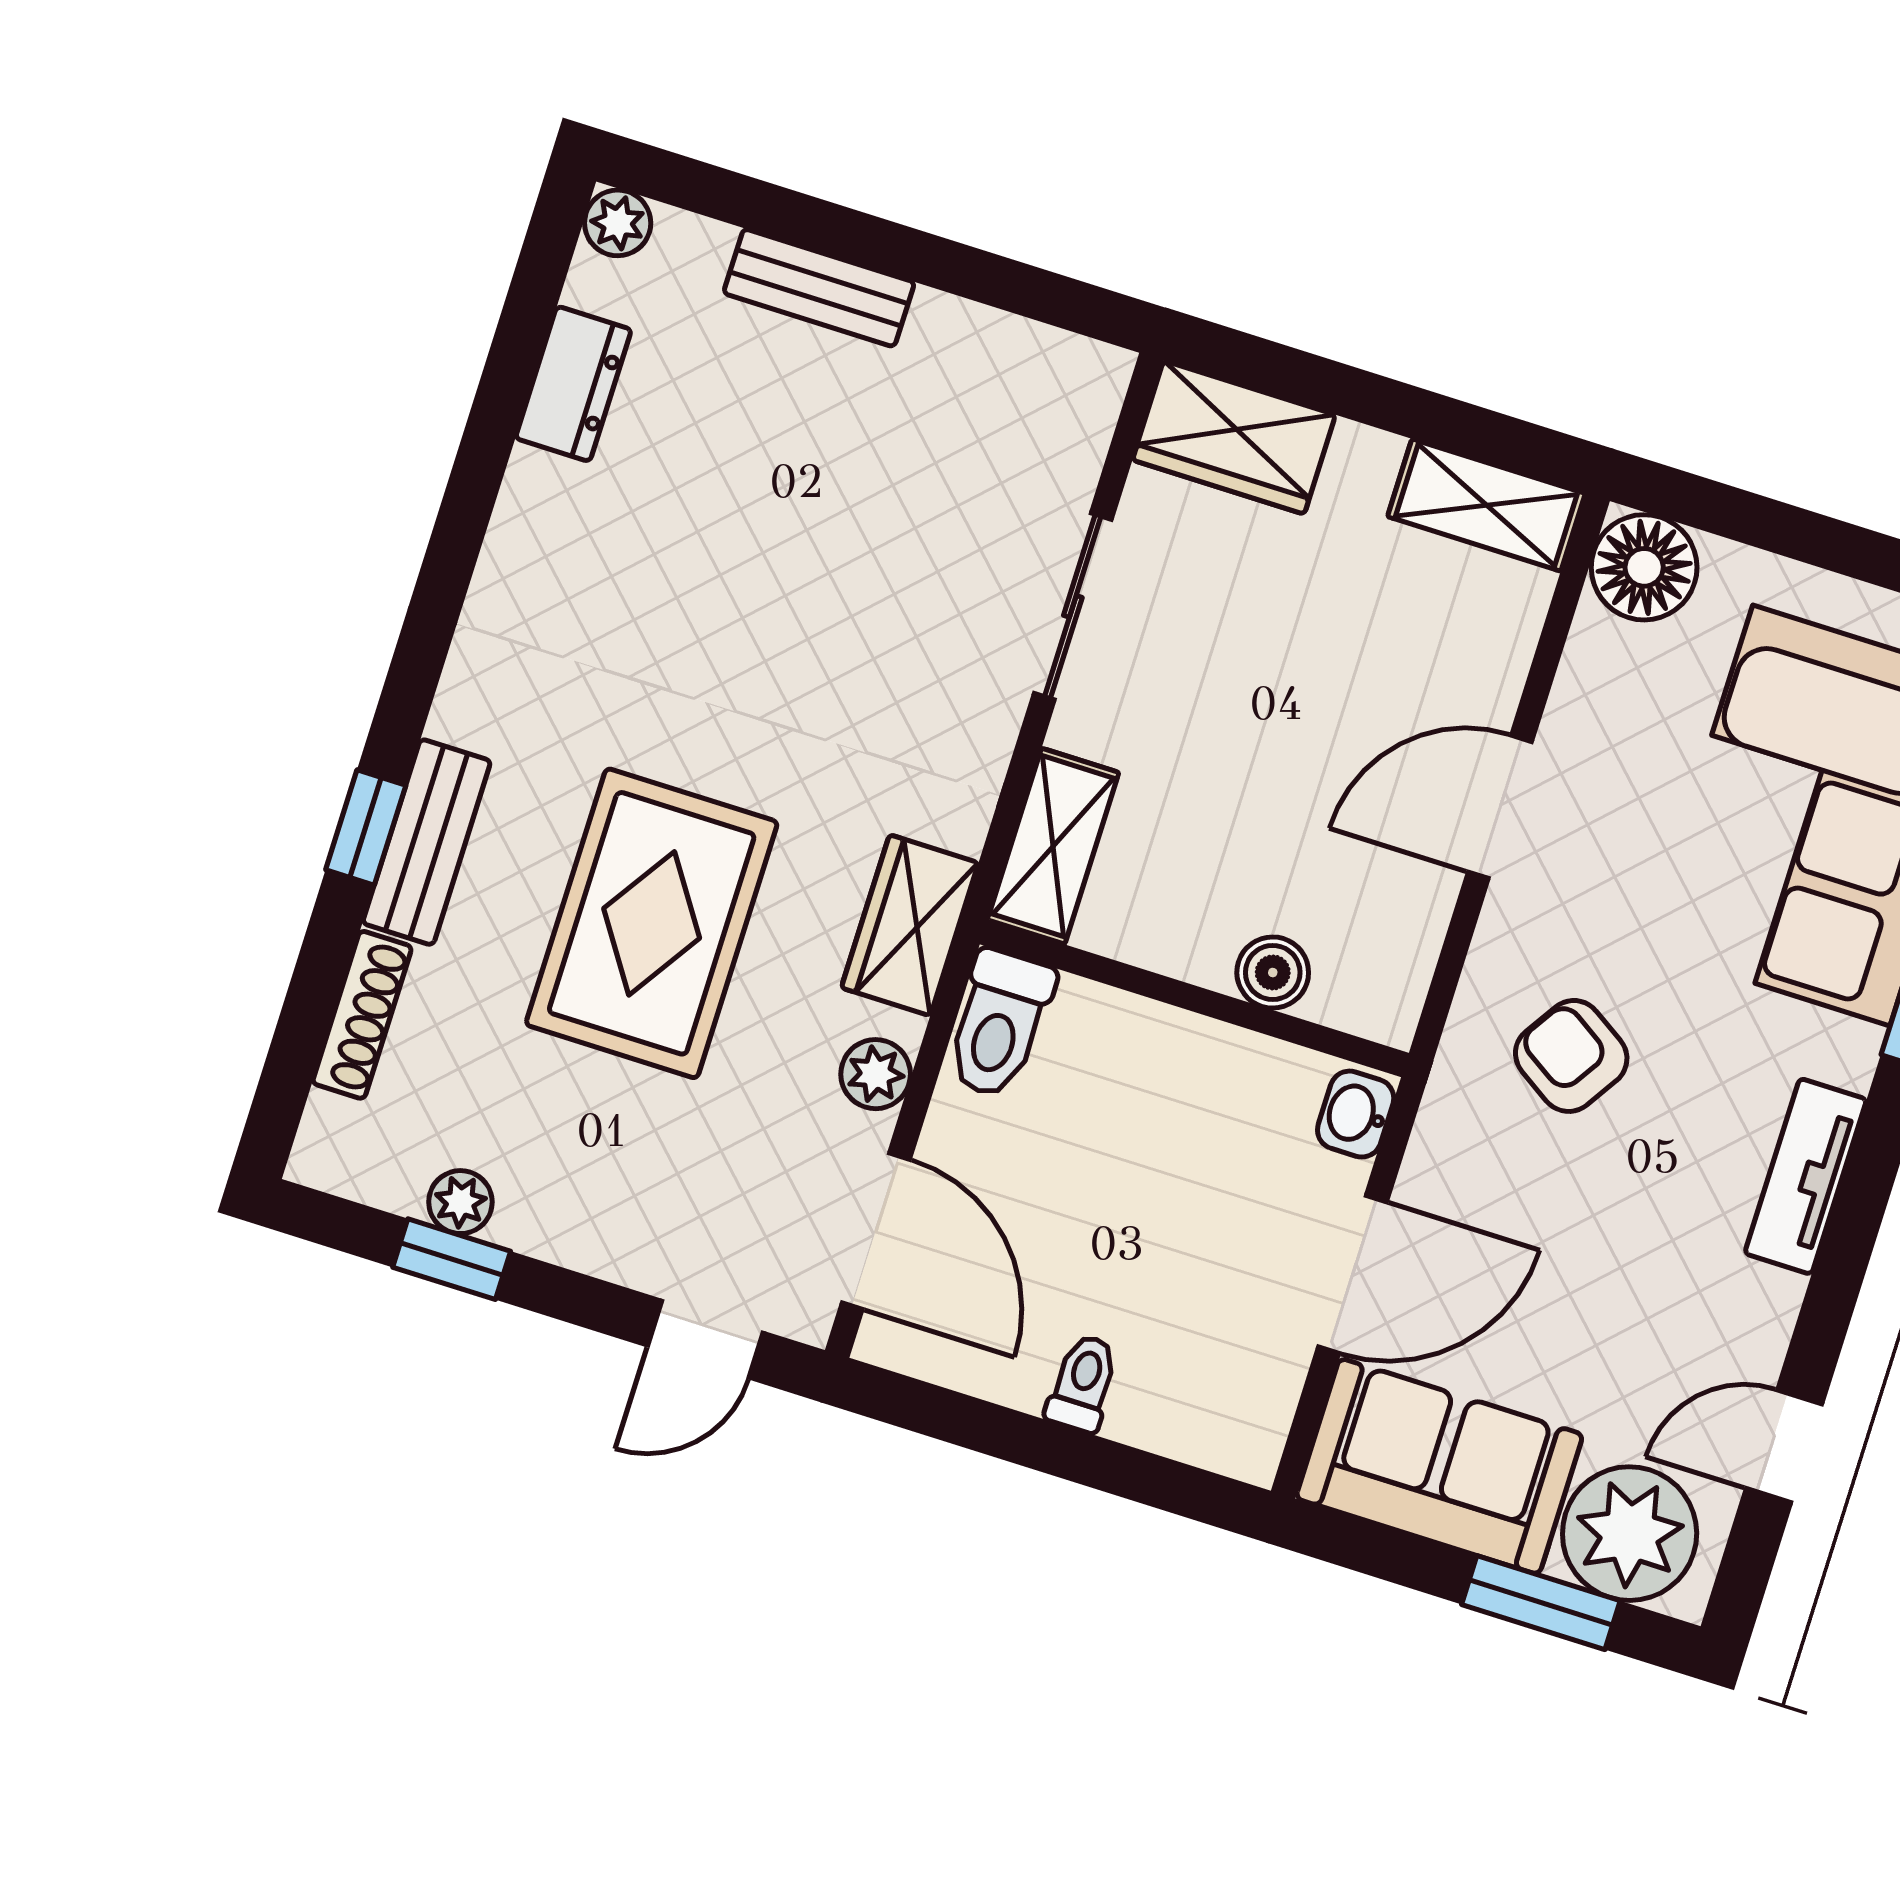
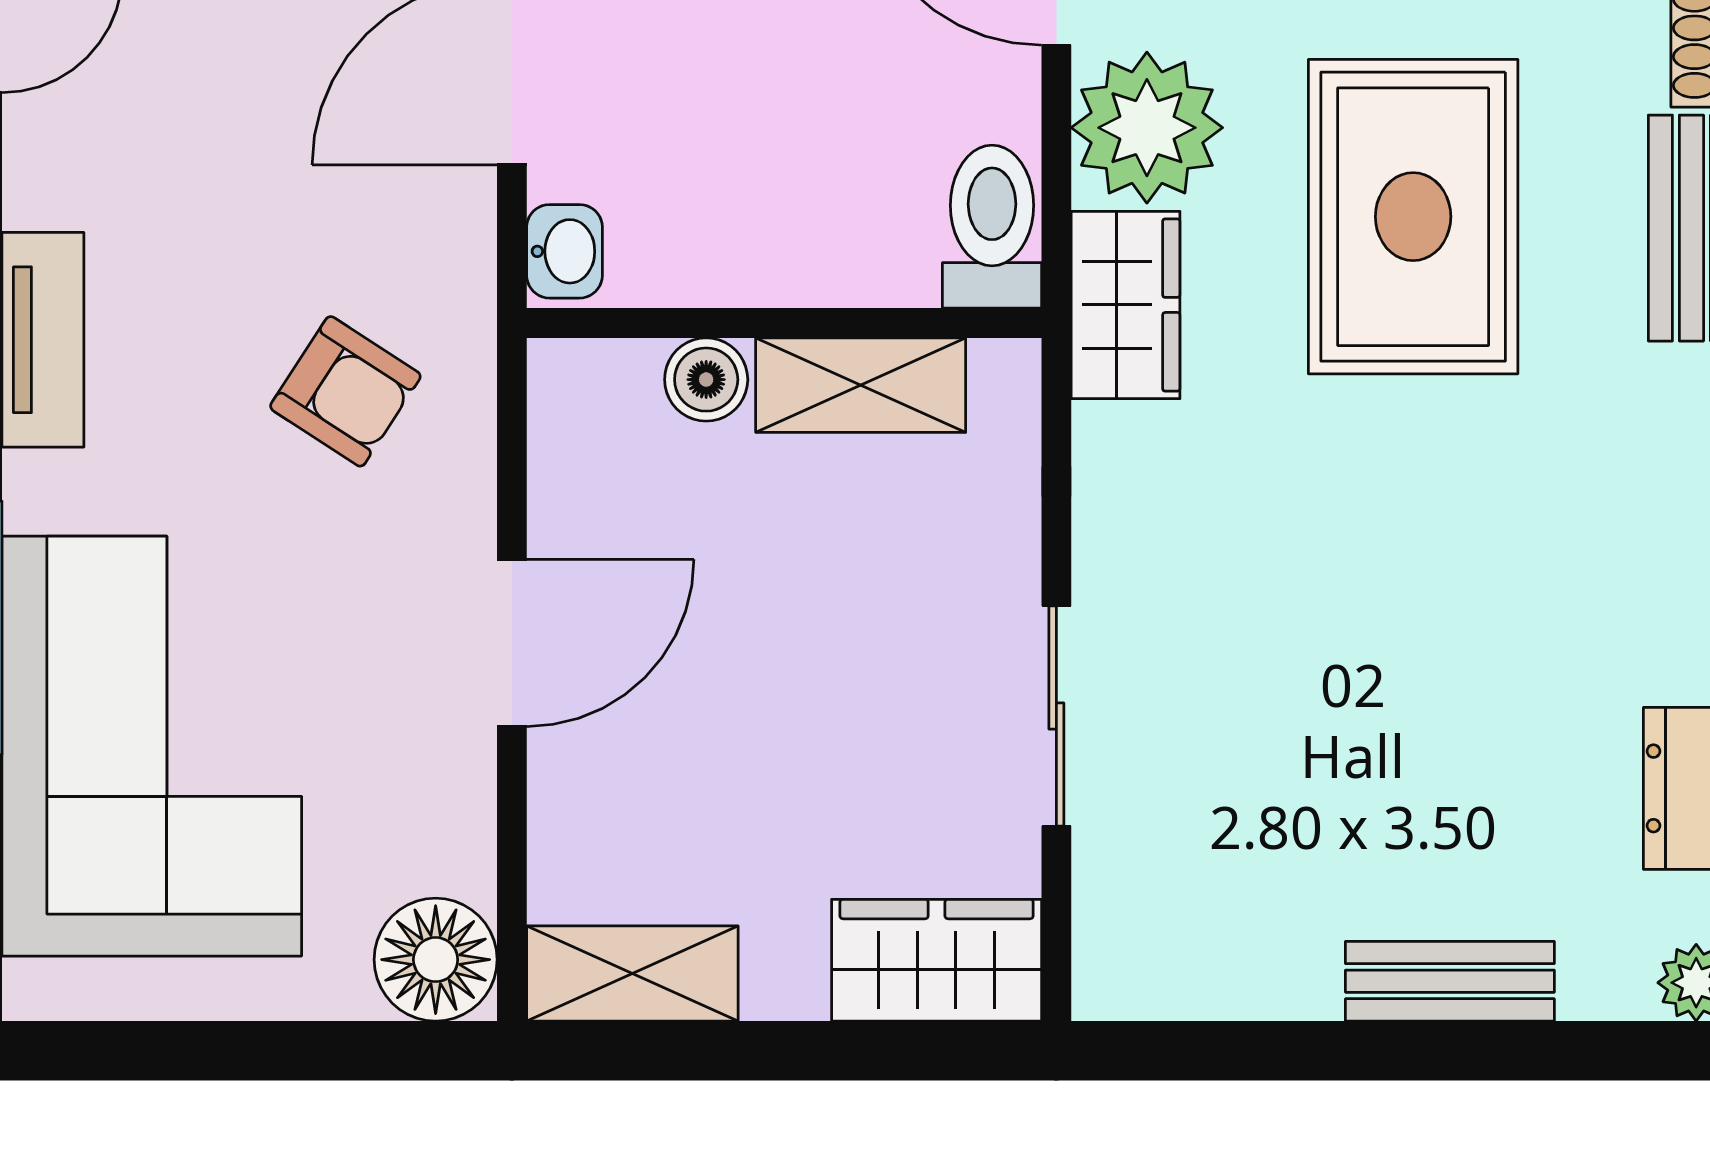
shelving: (1053, 846) -> (861, 385), moved, turned 90
plant: (876, 1074) -> (1147, 128), width x1.88, depth x1.88

